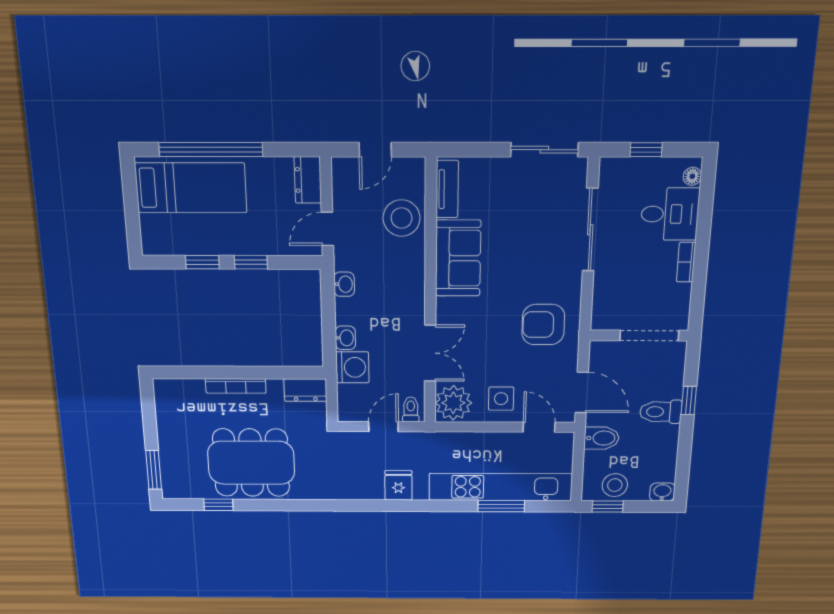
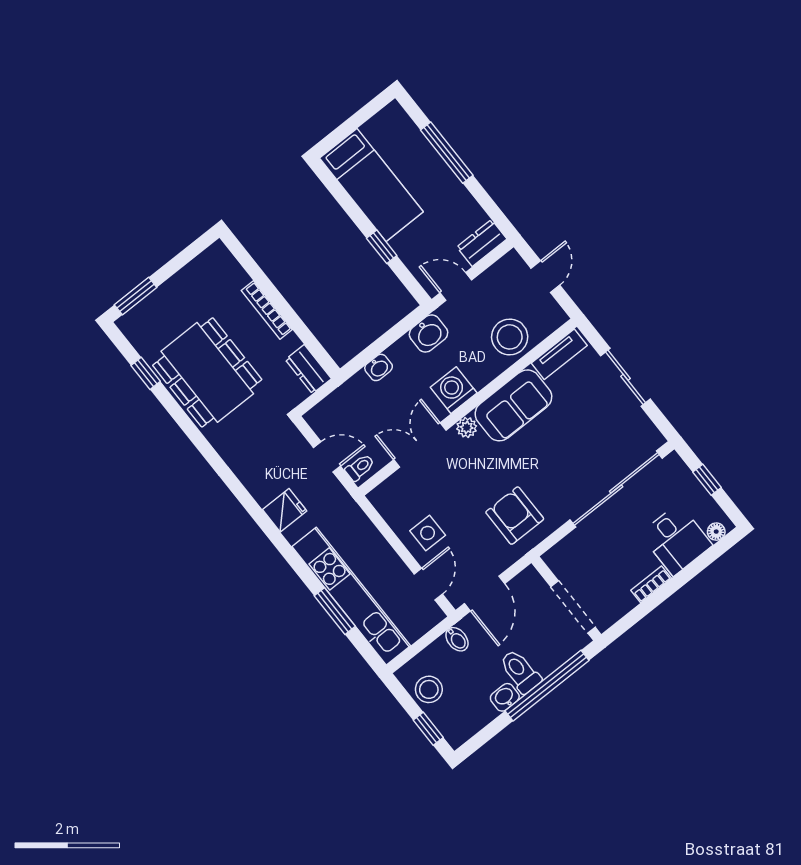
window: (211, 150) -> (447, 153), width x0.68
door: (375, 150) -> (545, 277), swing flipped
sliding door: (544, 150) -> (625, 377), moved
bed: (191, 188) -> (371, 185), moved
sliding door: (590, 230) -> (616, 489), width x1.36
window: (202, 262) -> (352, 209), removed
washbasin: (344, 284) -> (429, 333), width x1.38, depth x1.45
double door: (430, 353) -> (420, 445), swing flipped
washing machine: (352, 367) -> (454, 390), moved, turned 180
window: (689, 401) -> (547, 686), width x3.17
plant: (453, 403) -> (467, 427), moved, width x0.53, depth x0.53
bidet: (602, 438) -> (457, 639), width x0.72, depth x0.74
washbasin: (662, 492) -> (505, 697), moved, turned -90
window: (608, 507) -> (428, 729), moved

